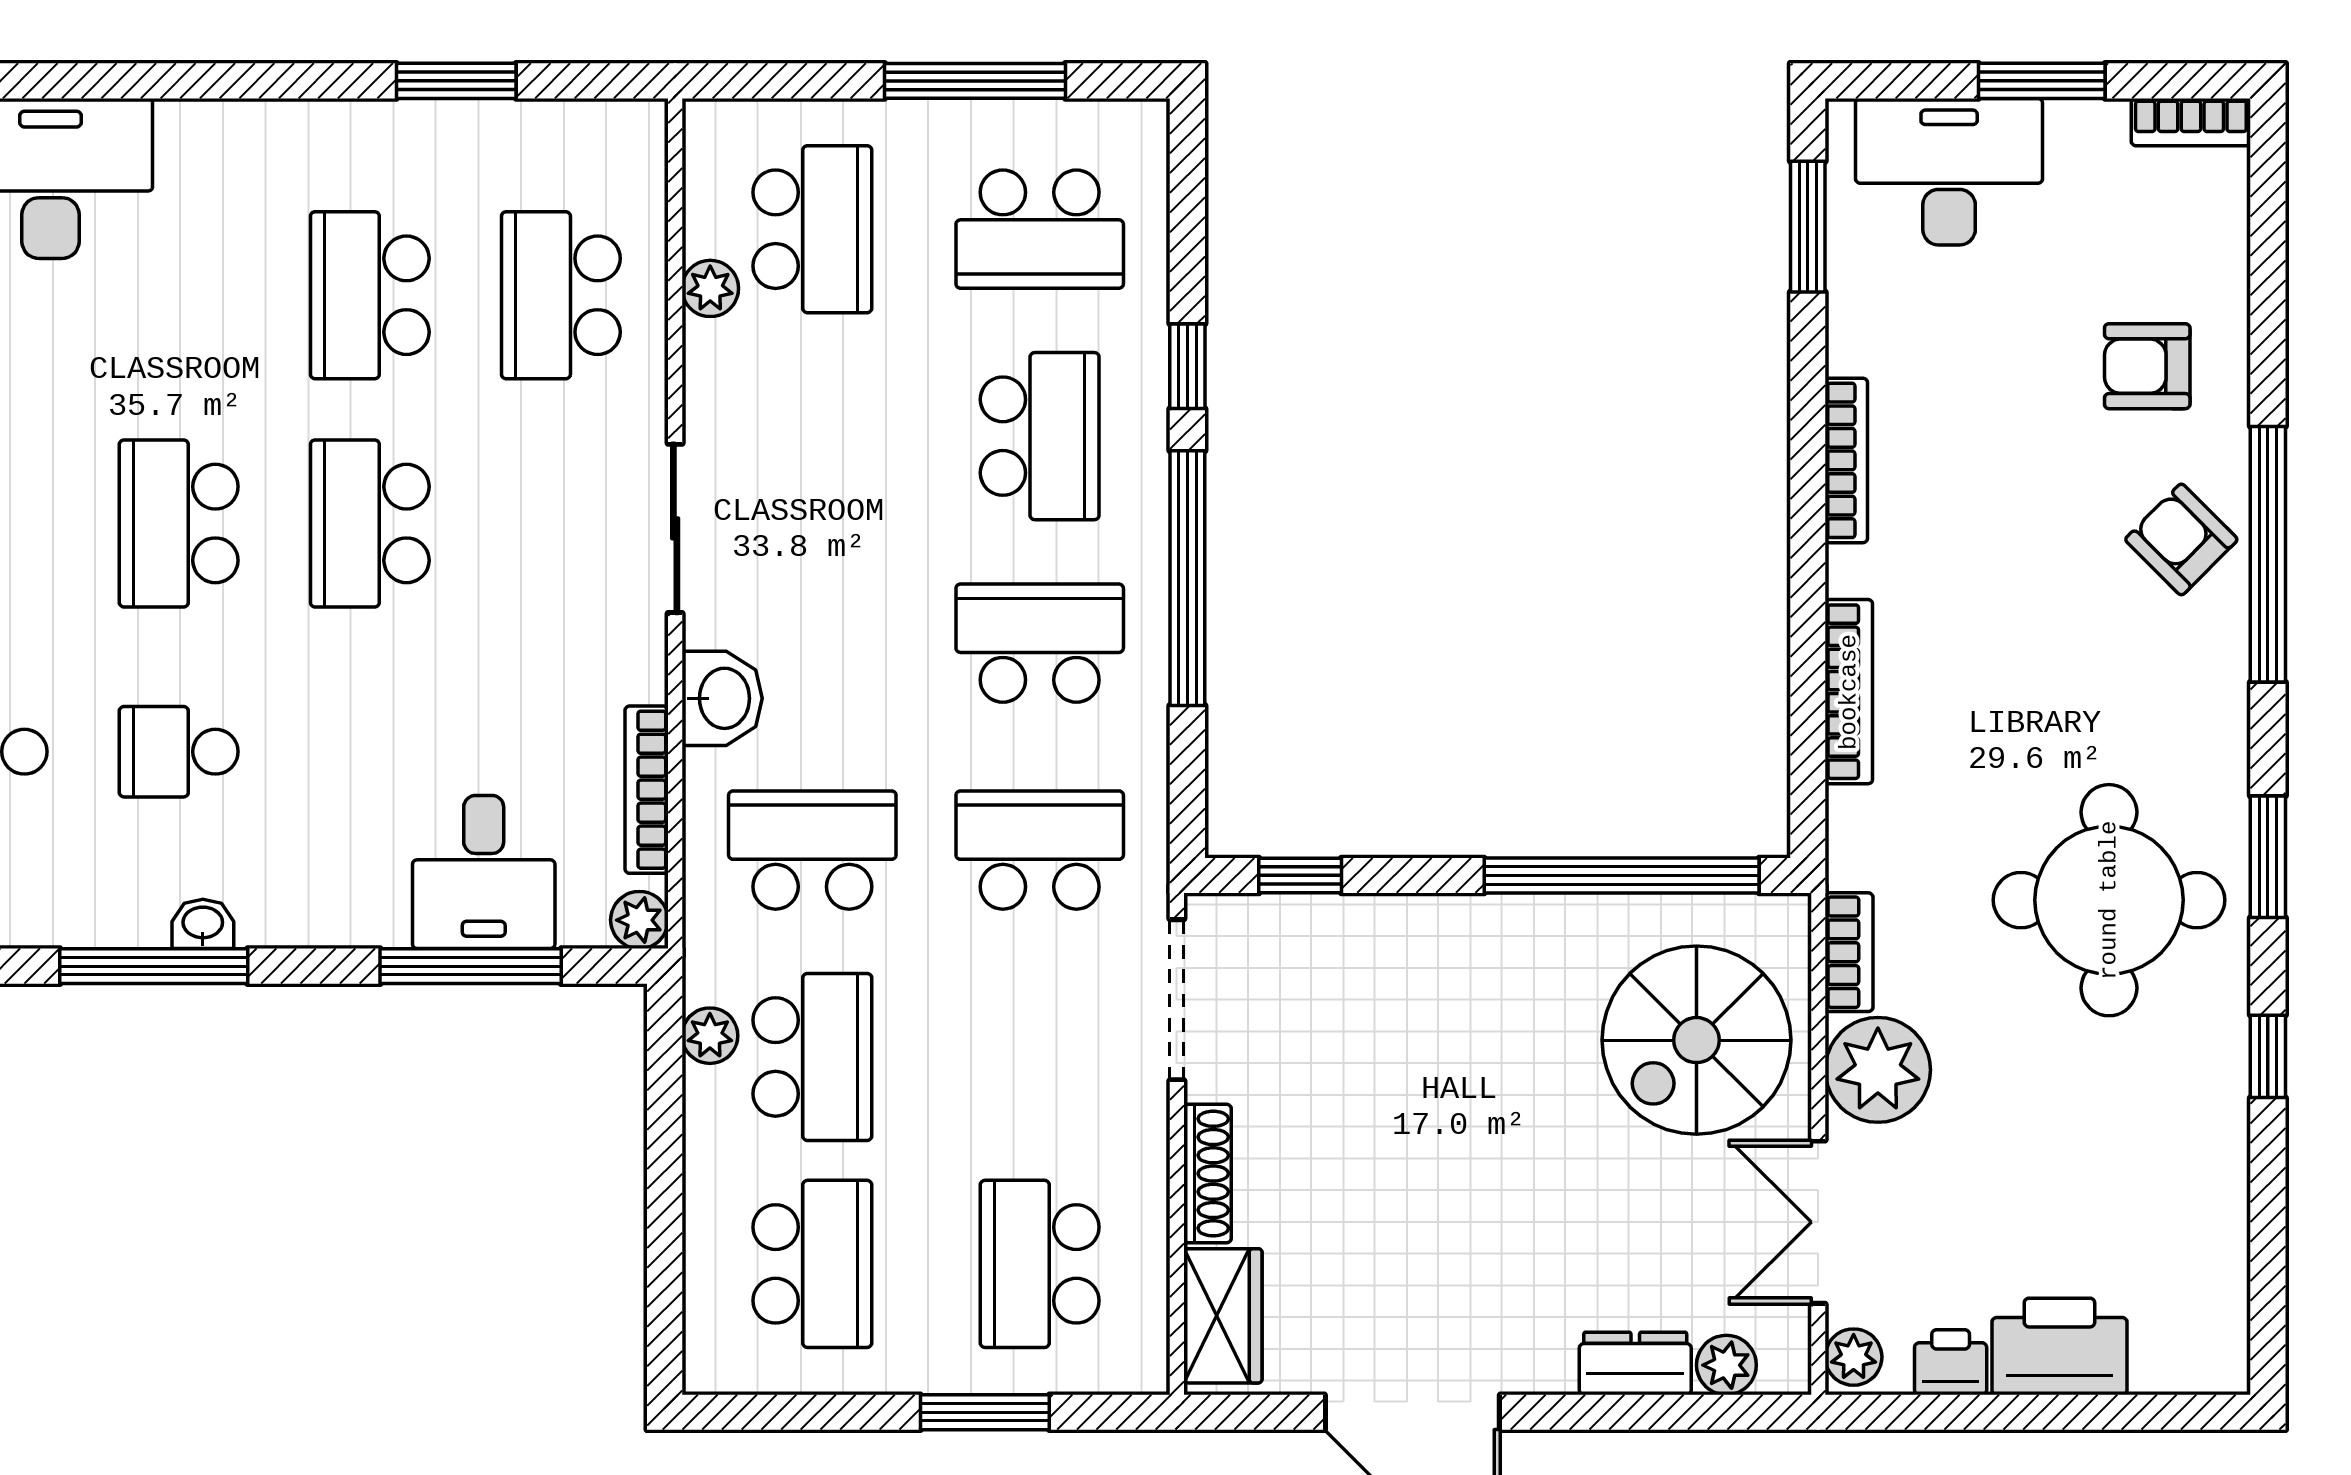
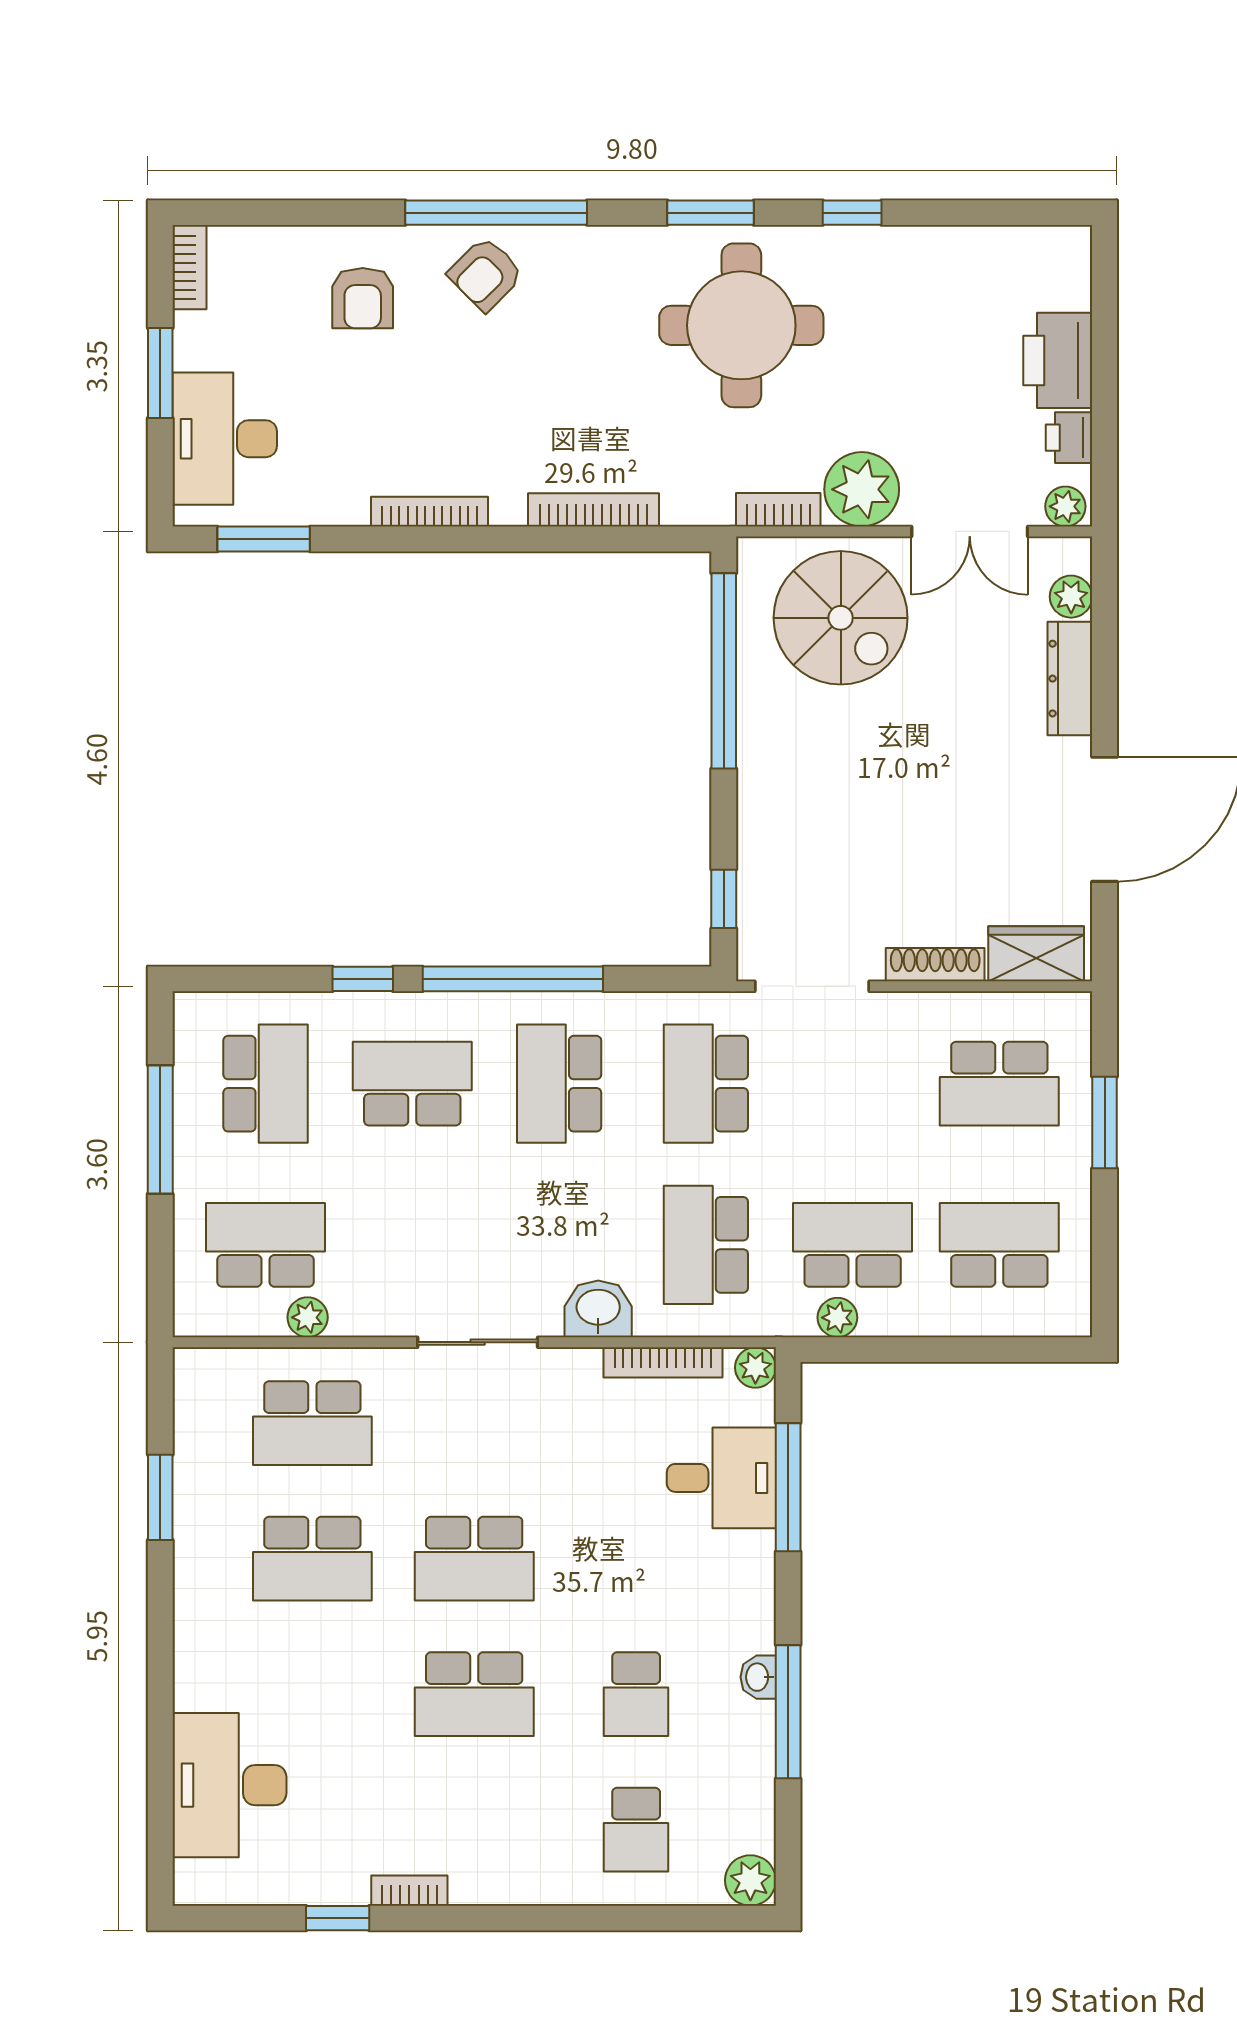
dresser: (1635, 1363) -> (1070, 679), width x1.44

